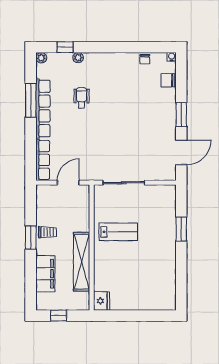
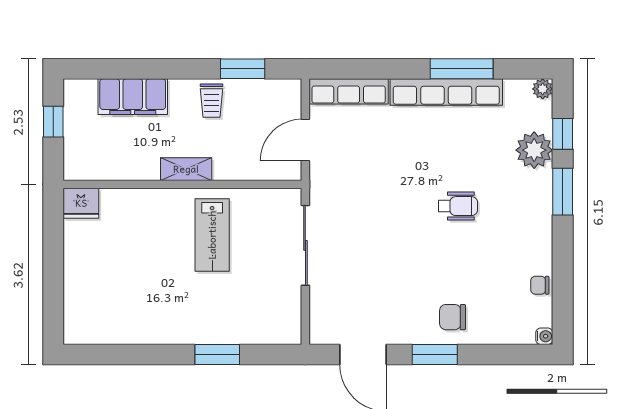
window: (95, 47) -> (563, 192), added
plant: (78, 58) -> (534, 150), width x1.88, depth x1.88
chair: (168, 80) -> (453, 317), moved, turned -90
wheelchair: (81, 98) -> (458, 206), moved
door: (68, 183) -> (305, 140), swing flipped
window: (31, 238) -> (243, 69), moved
shelving: (82, 262) -> (186, 169), width x0.45, depth x0.75

